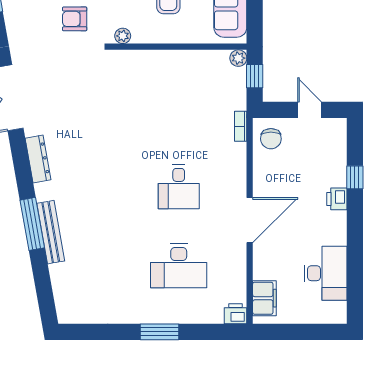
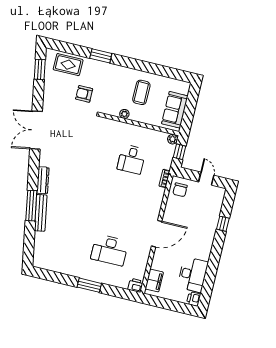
plant: (123, 36) -> (124, 114), moved
dresser: (38, 159) -> (43, 180), moved
desk: (179, 187) -> (131, 159), moved
printer: (337, 199) -> (194, 299), moved

